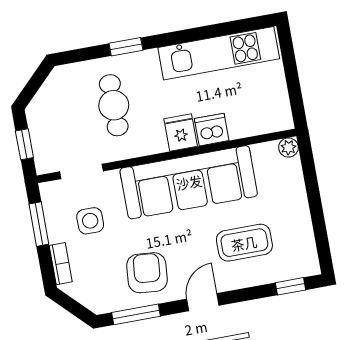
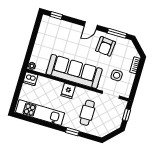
dishwasher: (212, 130) -> (30, 79), moved
window: (39, 224) -> (136, 83), removed
coffee table: (244, 243) -> (65, 40), removed

